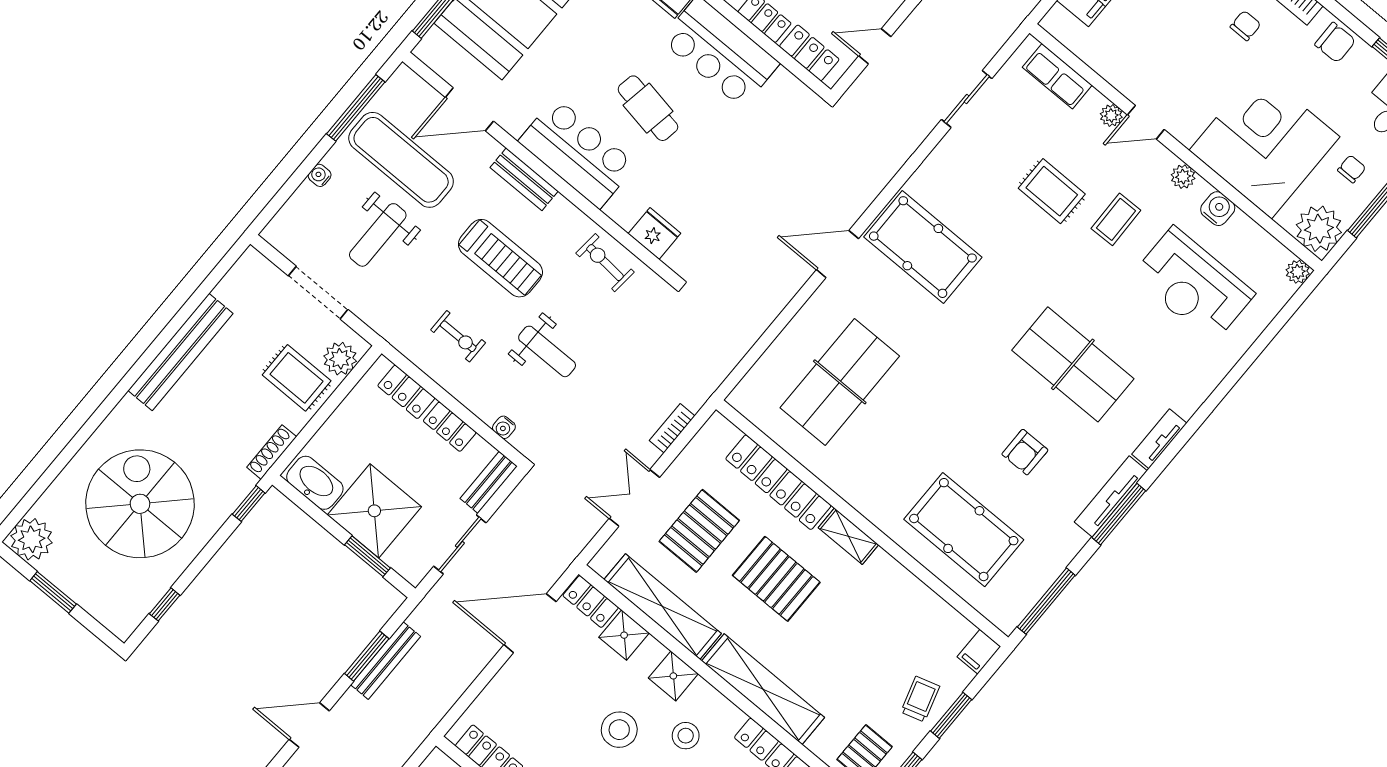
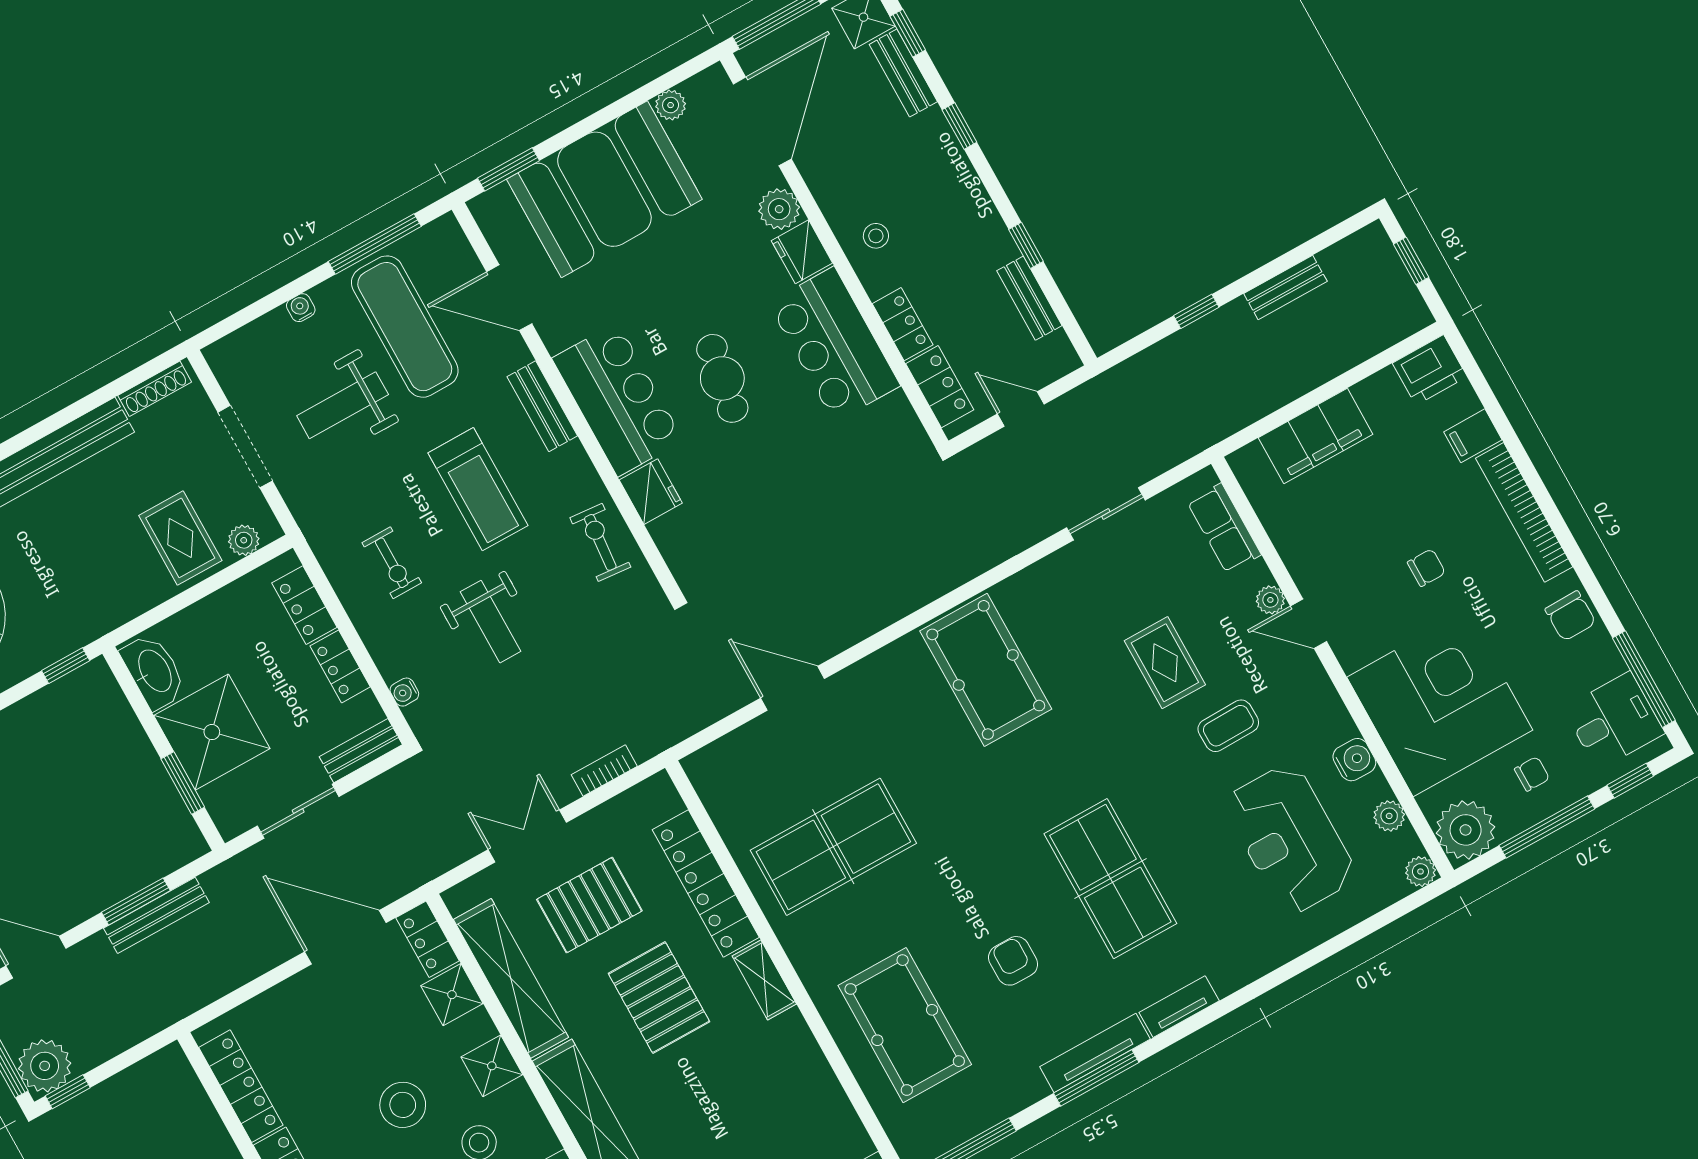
chair: (1245, 26) -> (1426, 568), moved
plant: (1183, 177) -> (1389, 816), moved
fridge: (654, 234) -> (651, 492), moved
door: (837, 254) -> (793, 688), moved
plant: (340, 359) -> (244, 540), width x0.73, depth x0.73
table tennis table: (840, 382) -> (833, 847), moved
shoe rack: (272, 452) -> (155, 389), moved, turned 180
armchair: (1025, 452) -> (1013, 961), turned 90

